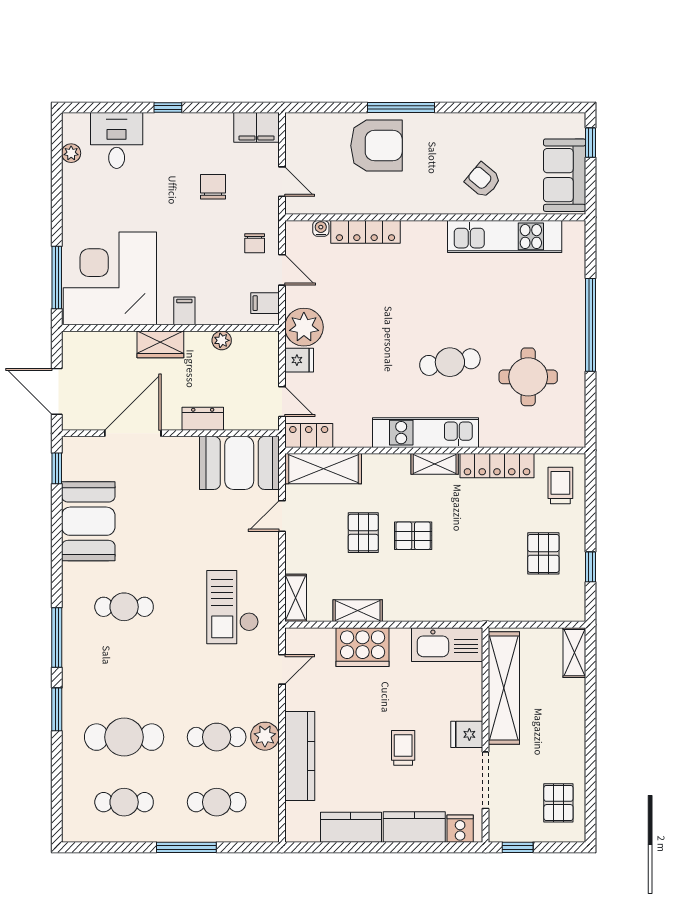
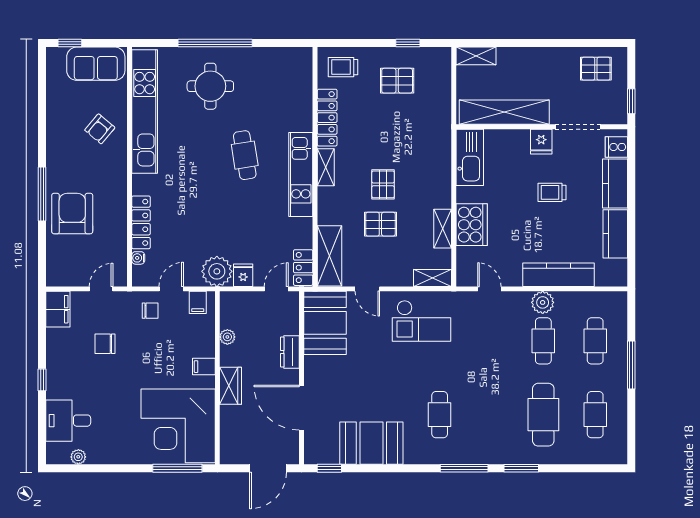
kitchen unit: (505, 236) -> (145, 112), width x1.36
round table: (528, 377) -> (210, 86), moved
checkout: (233, 607) -> (422, 321), moved

